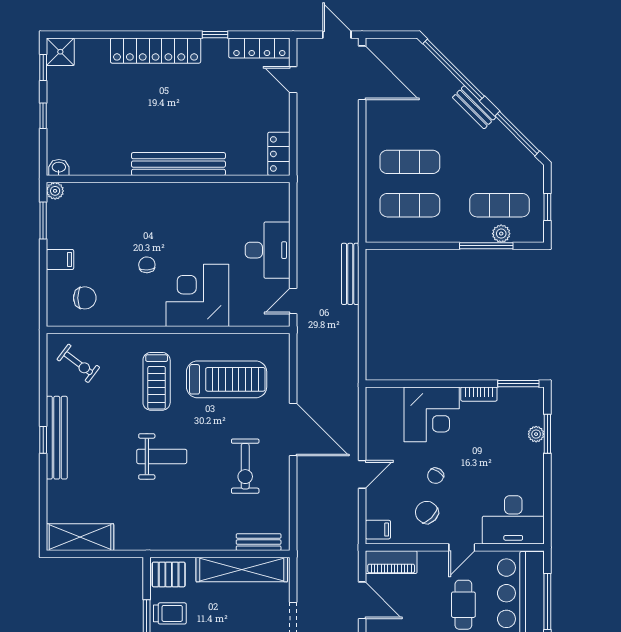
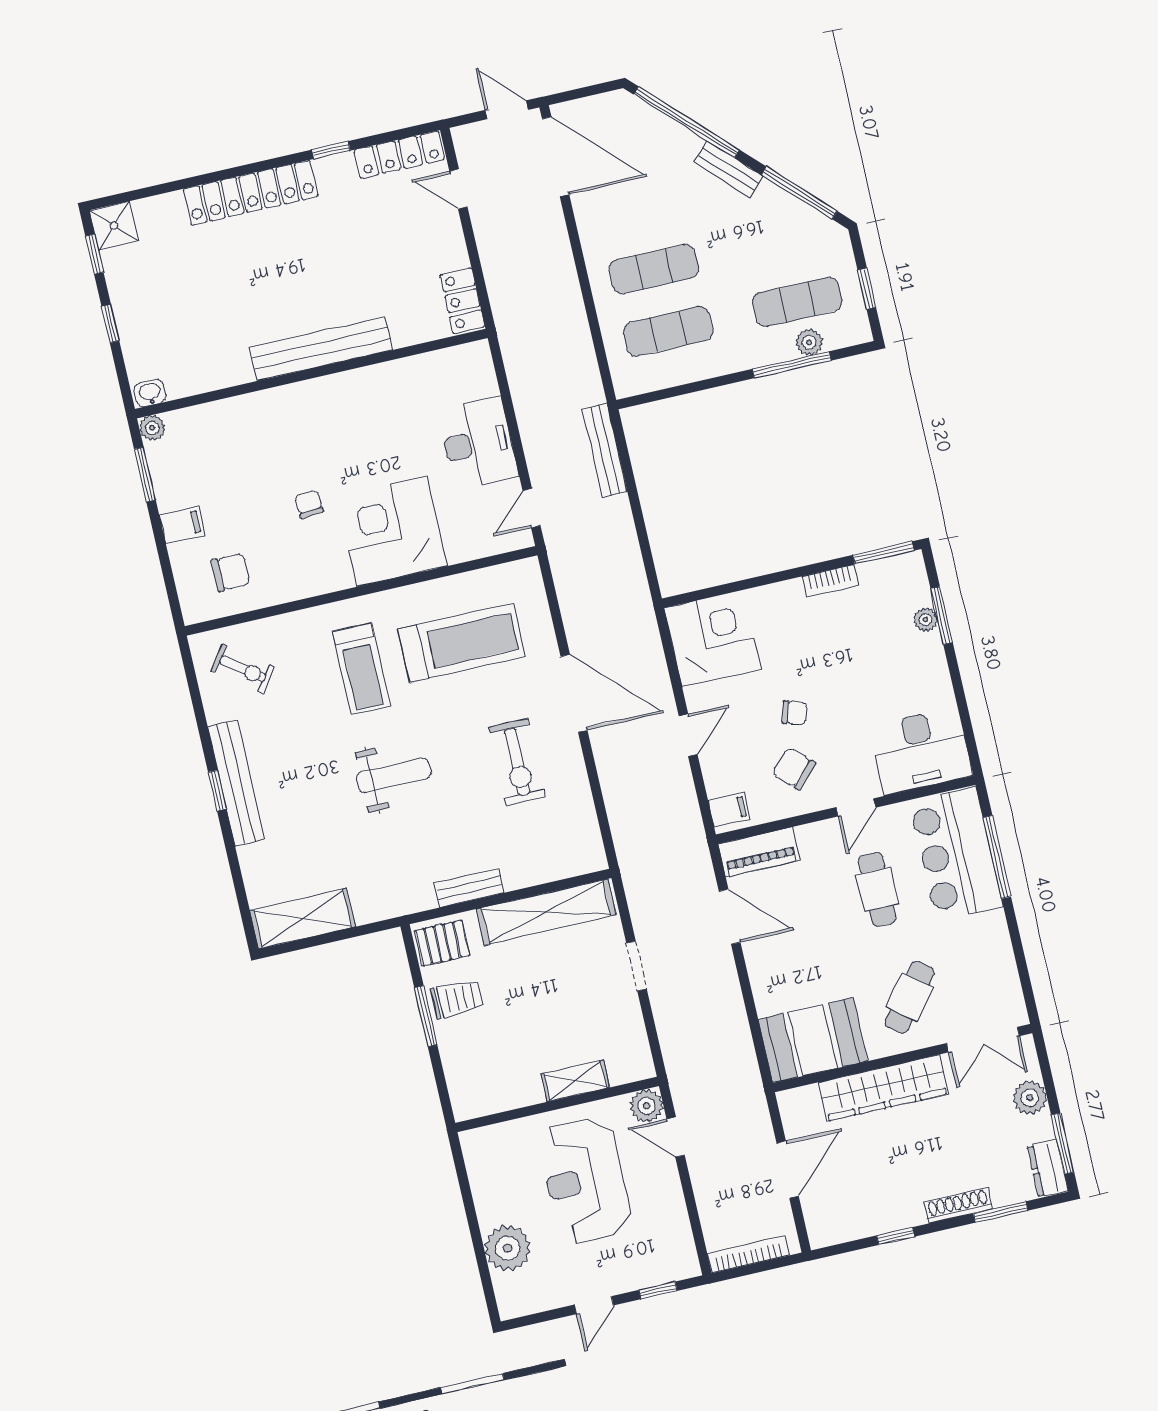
corner desk: (432, 414) -> (713, 639), moved, turned -90
chair: (436, 476) -> (794, 713), turned -106
bench: (259, 542) -> (469, 888), moved

